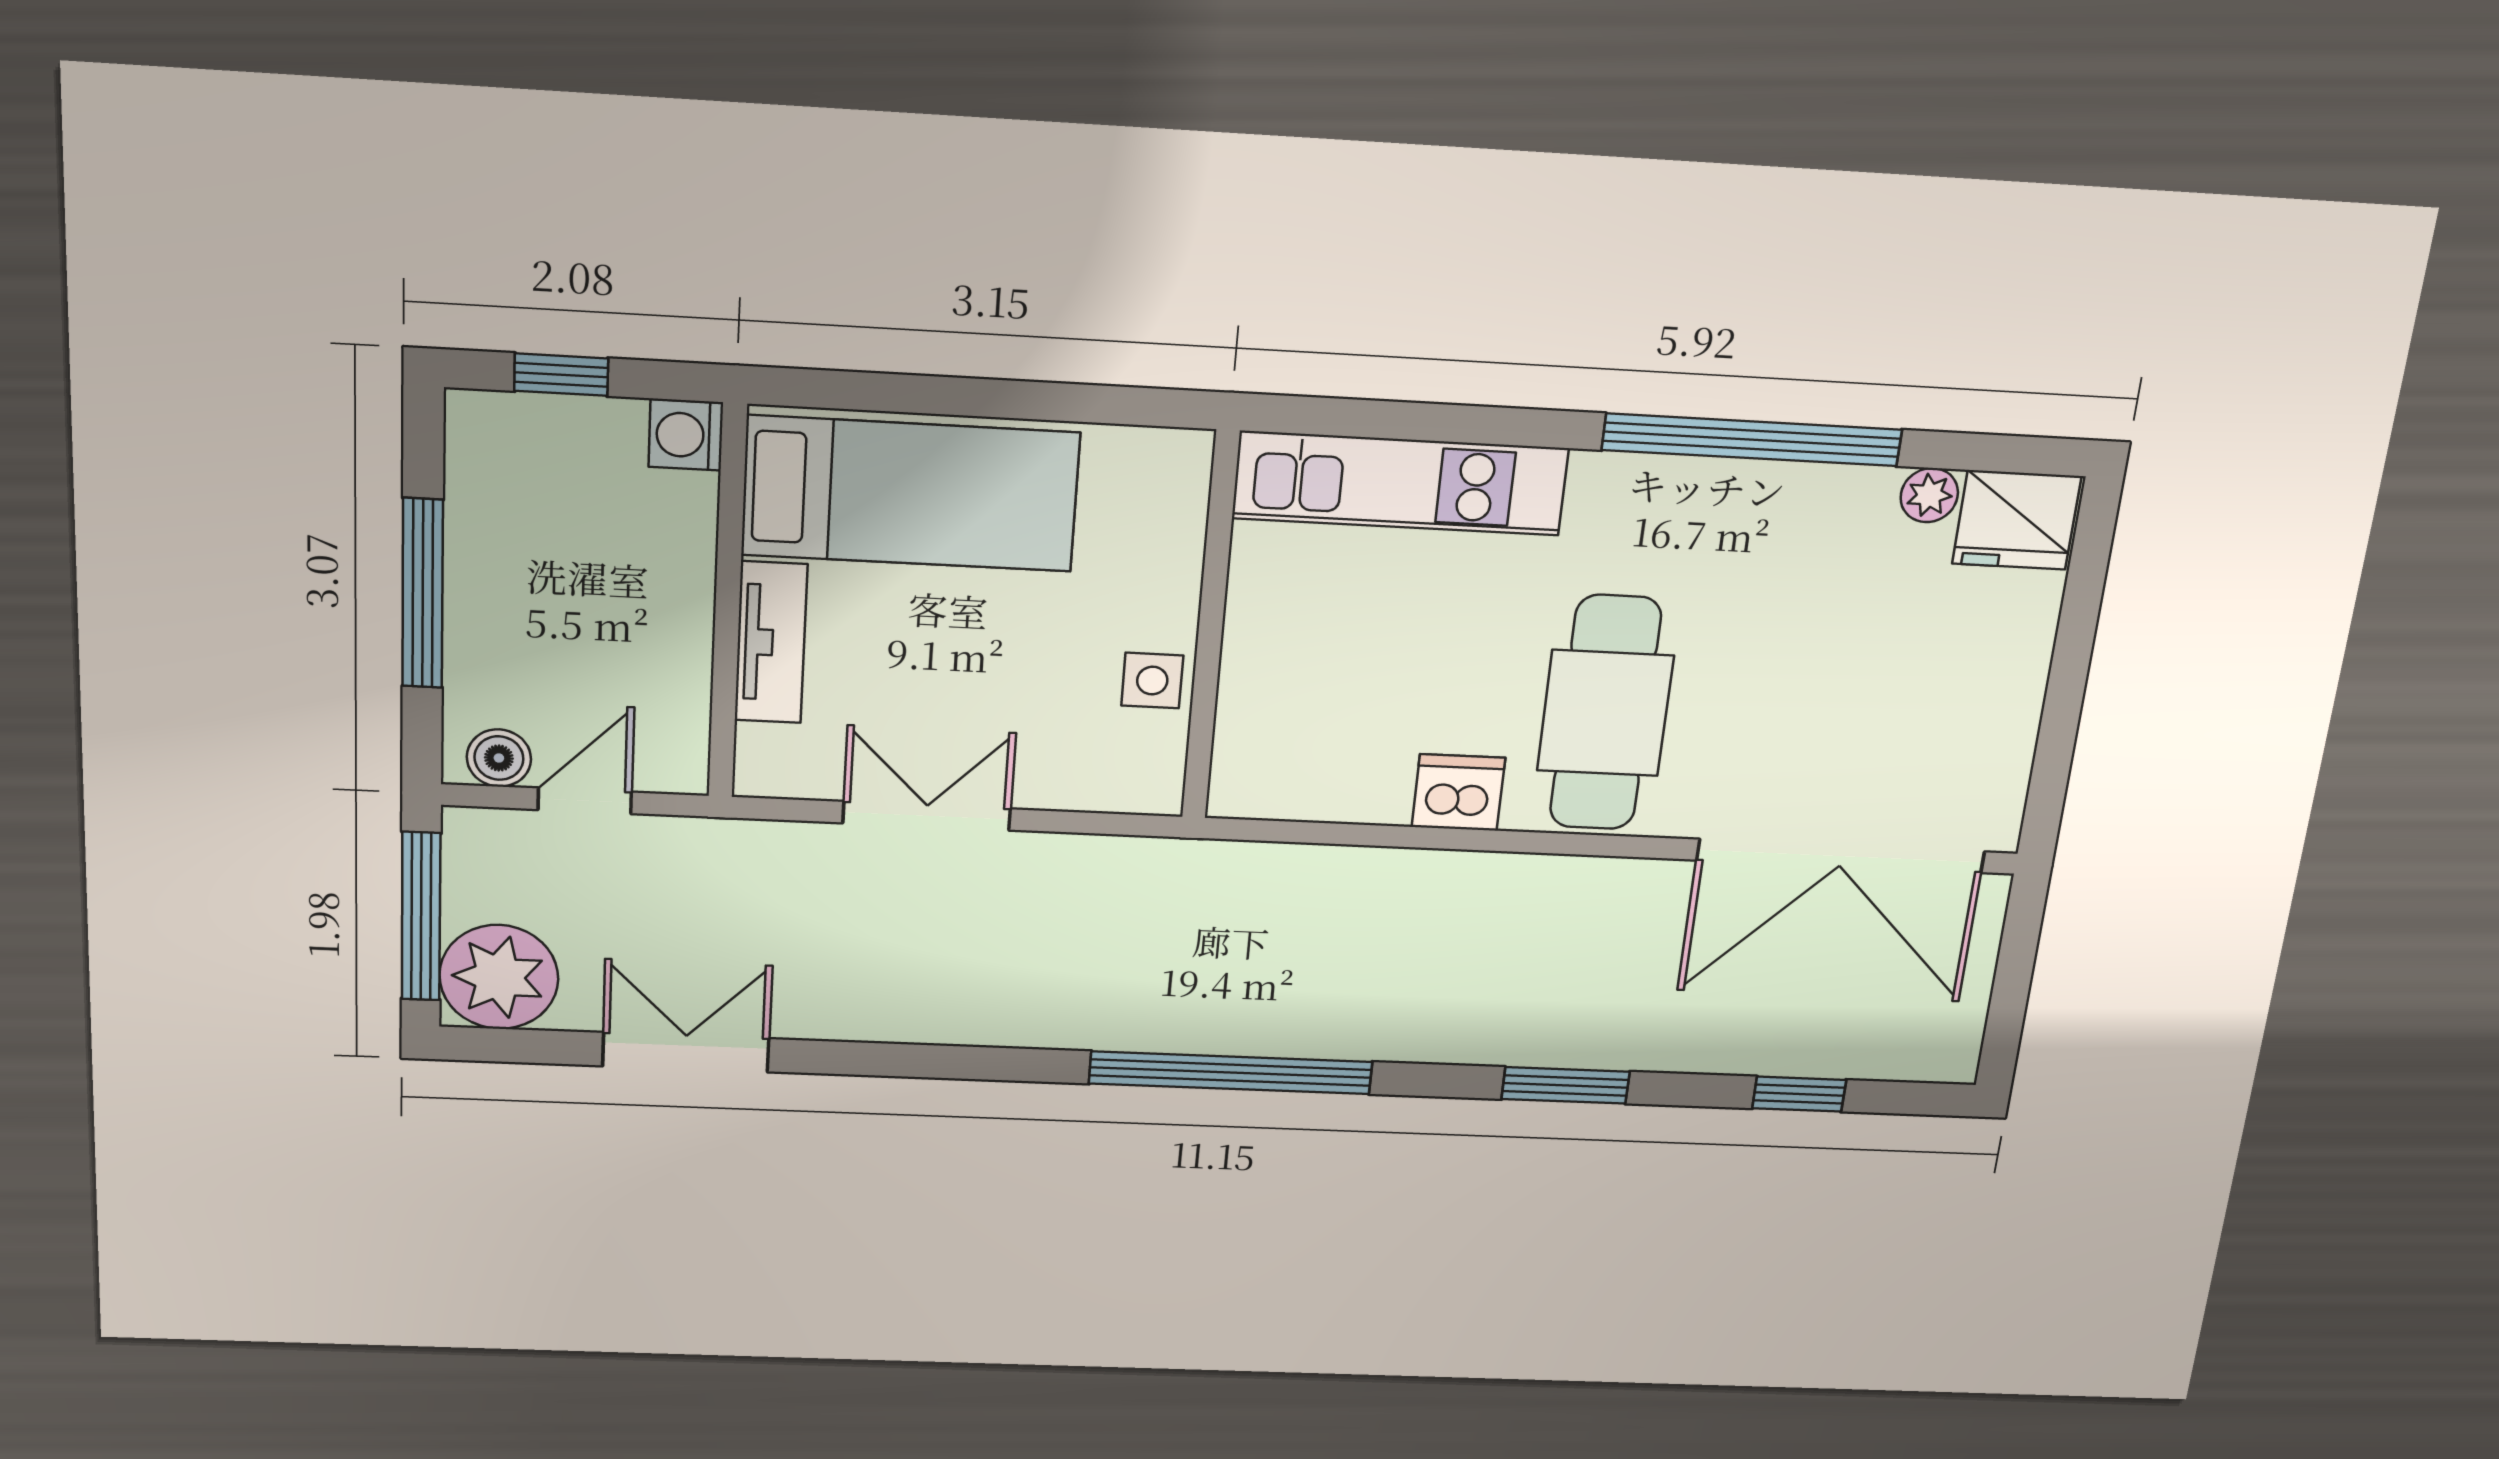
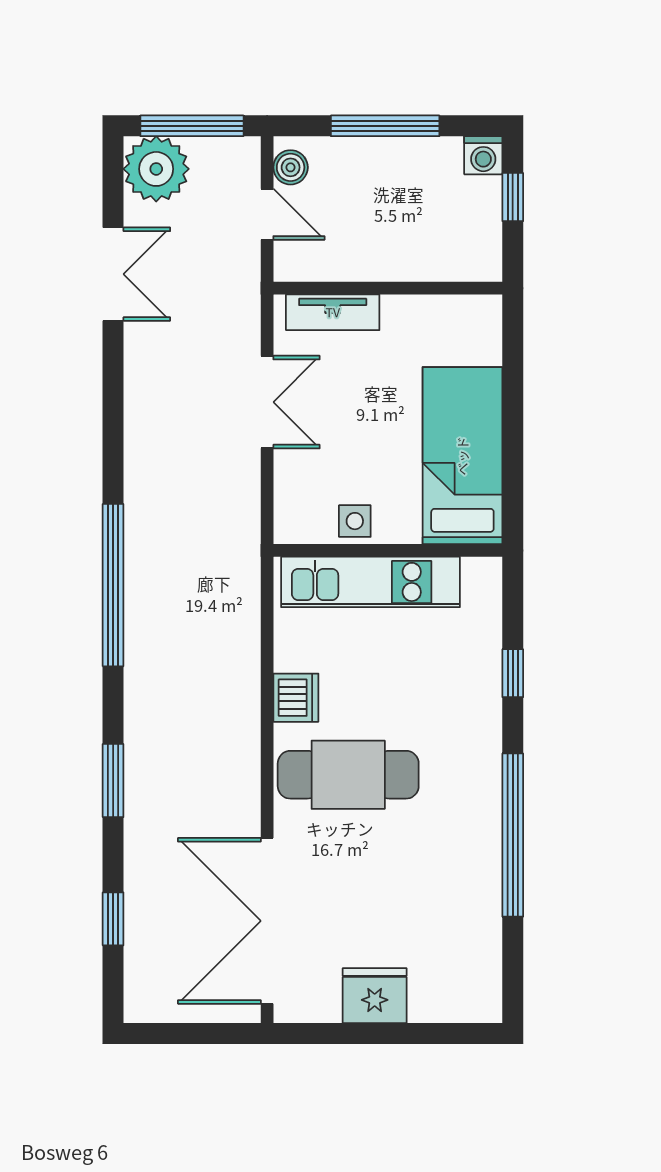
window: (1457, 424) -> (513, 673), added
washing machine: (686, 435) -> (483, 155), moved, turned 180
kitchen unit: (1400, 483) -> (371, 582), moved, turned -90
bed: (910, 494) -> (462, 456), moved, turned 180
plant: (1929, 495) -> (487, 938), removed
fridge: (2017, 520) -> (375, 996), moved, turned 90
tv unit: (771, 642) -> (333, 312), moved

